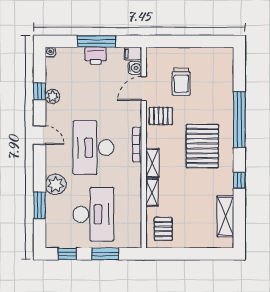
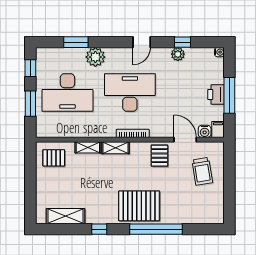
trolley: (181, 82) -> (202, 171), moved, turned -99
pallet: (202, 146) -> (139, 206), moved

